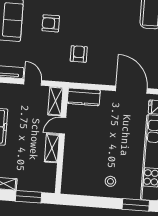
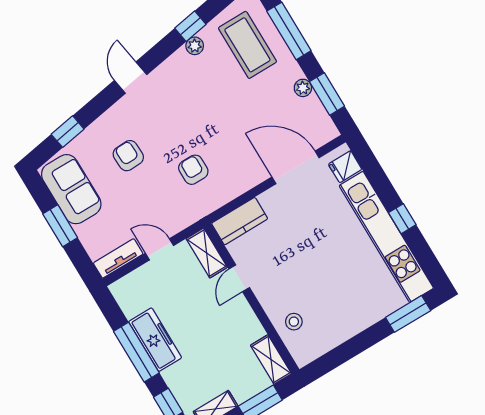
armchair: (51, 23) -> (128, 156), turned 88
shelving: (52, 148) -> (271, 360), moved
stool: (110, 181) -> (294, 322), moved

